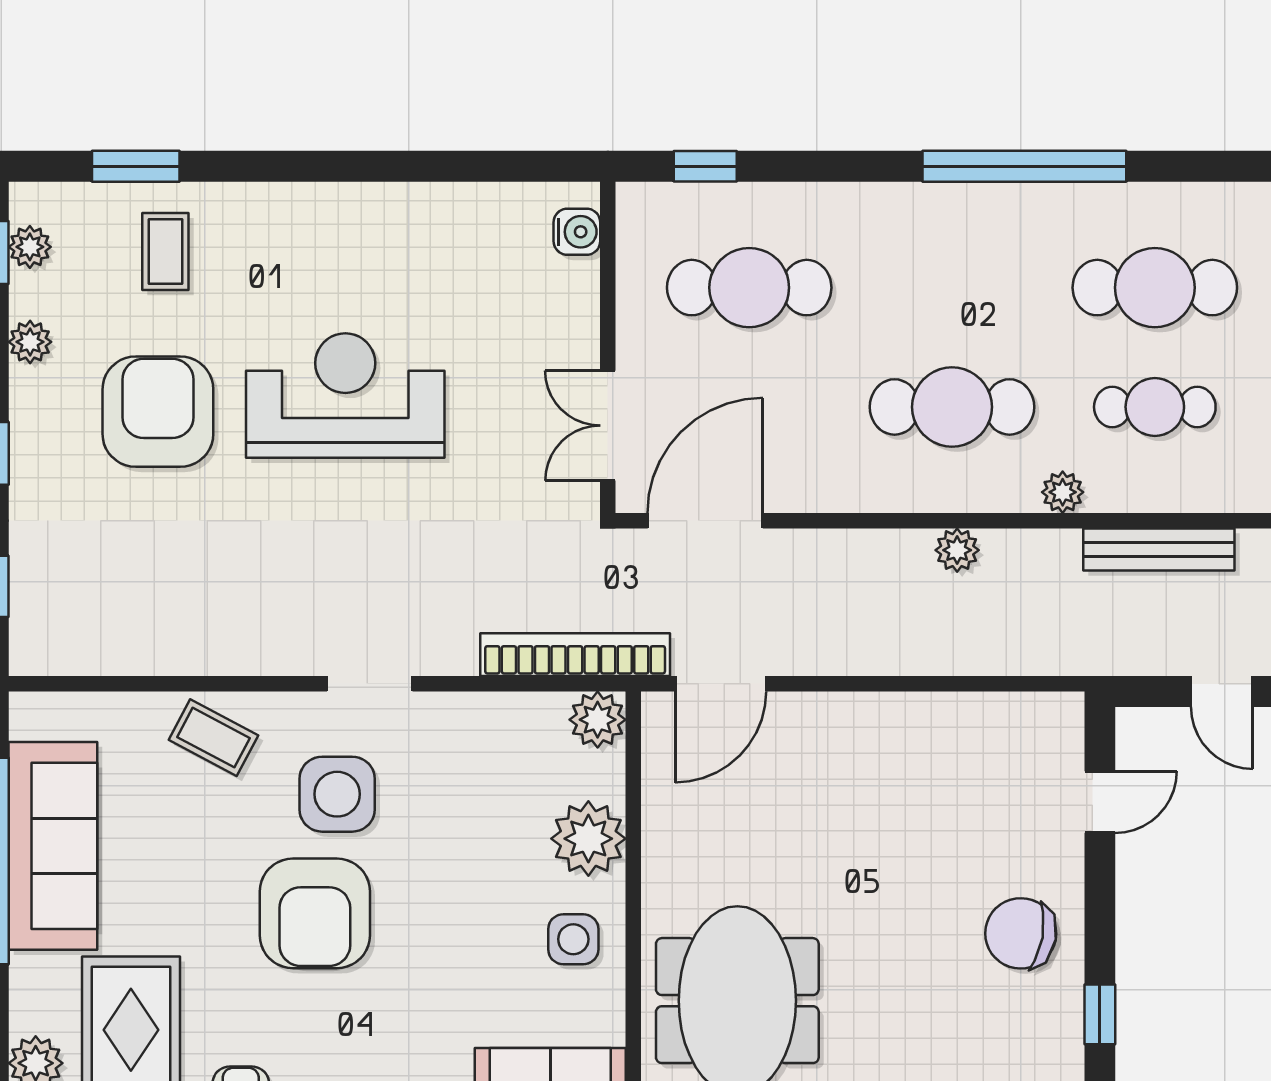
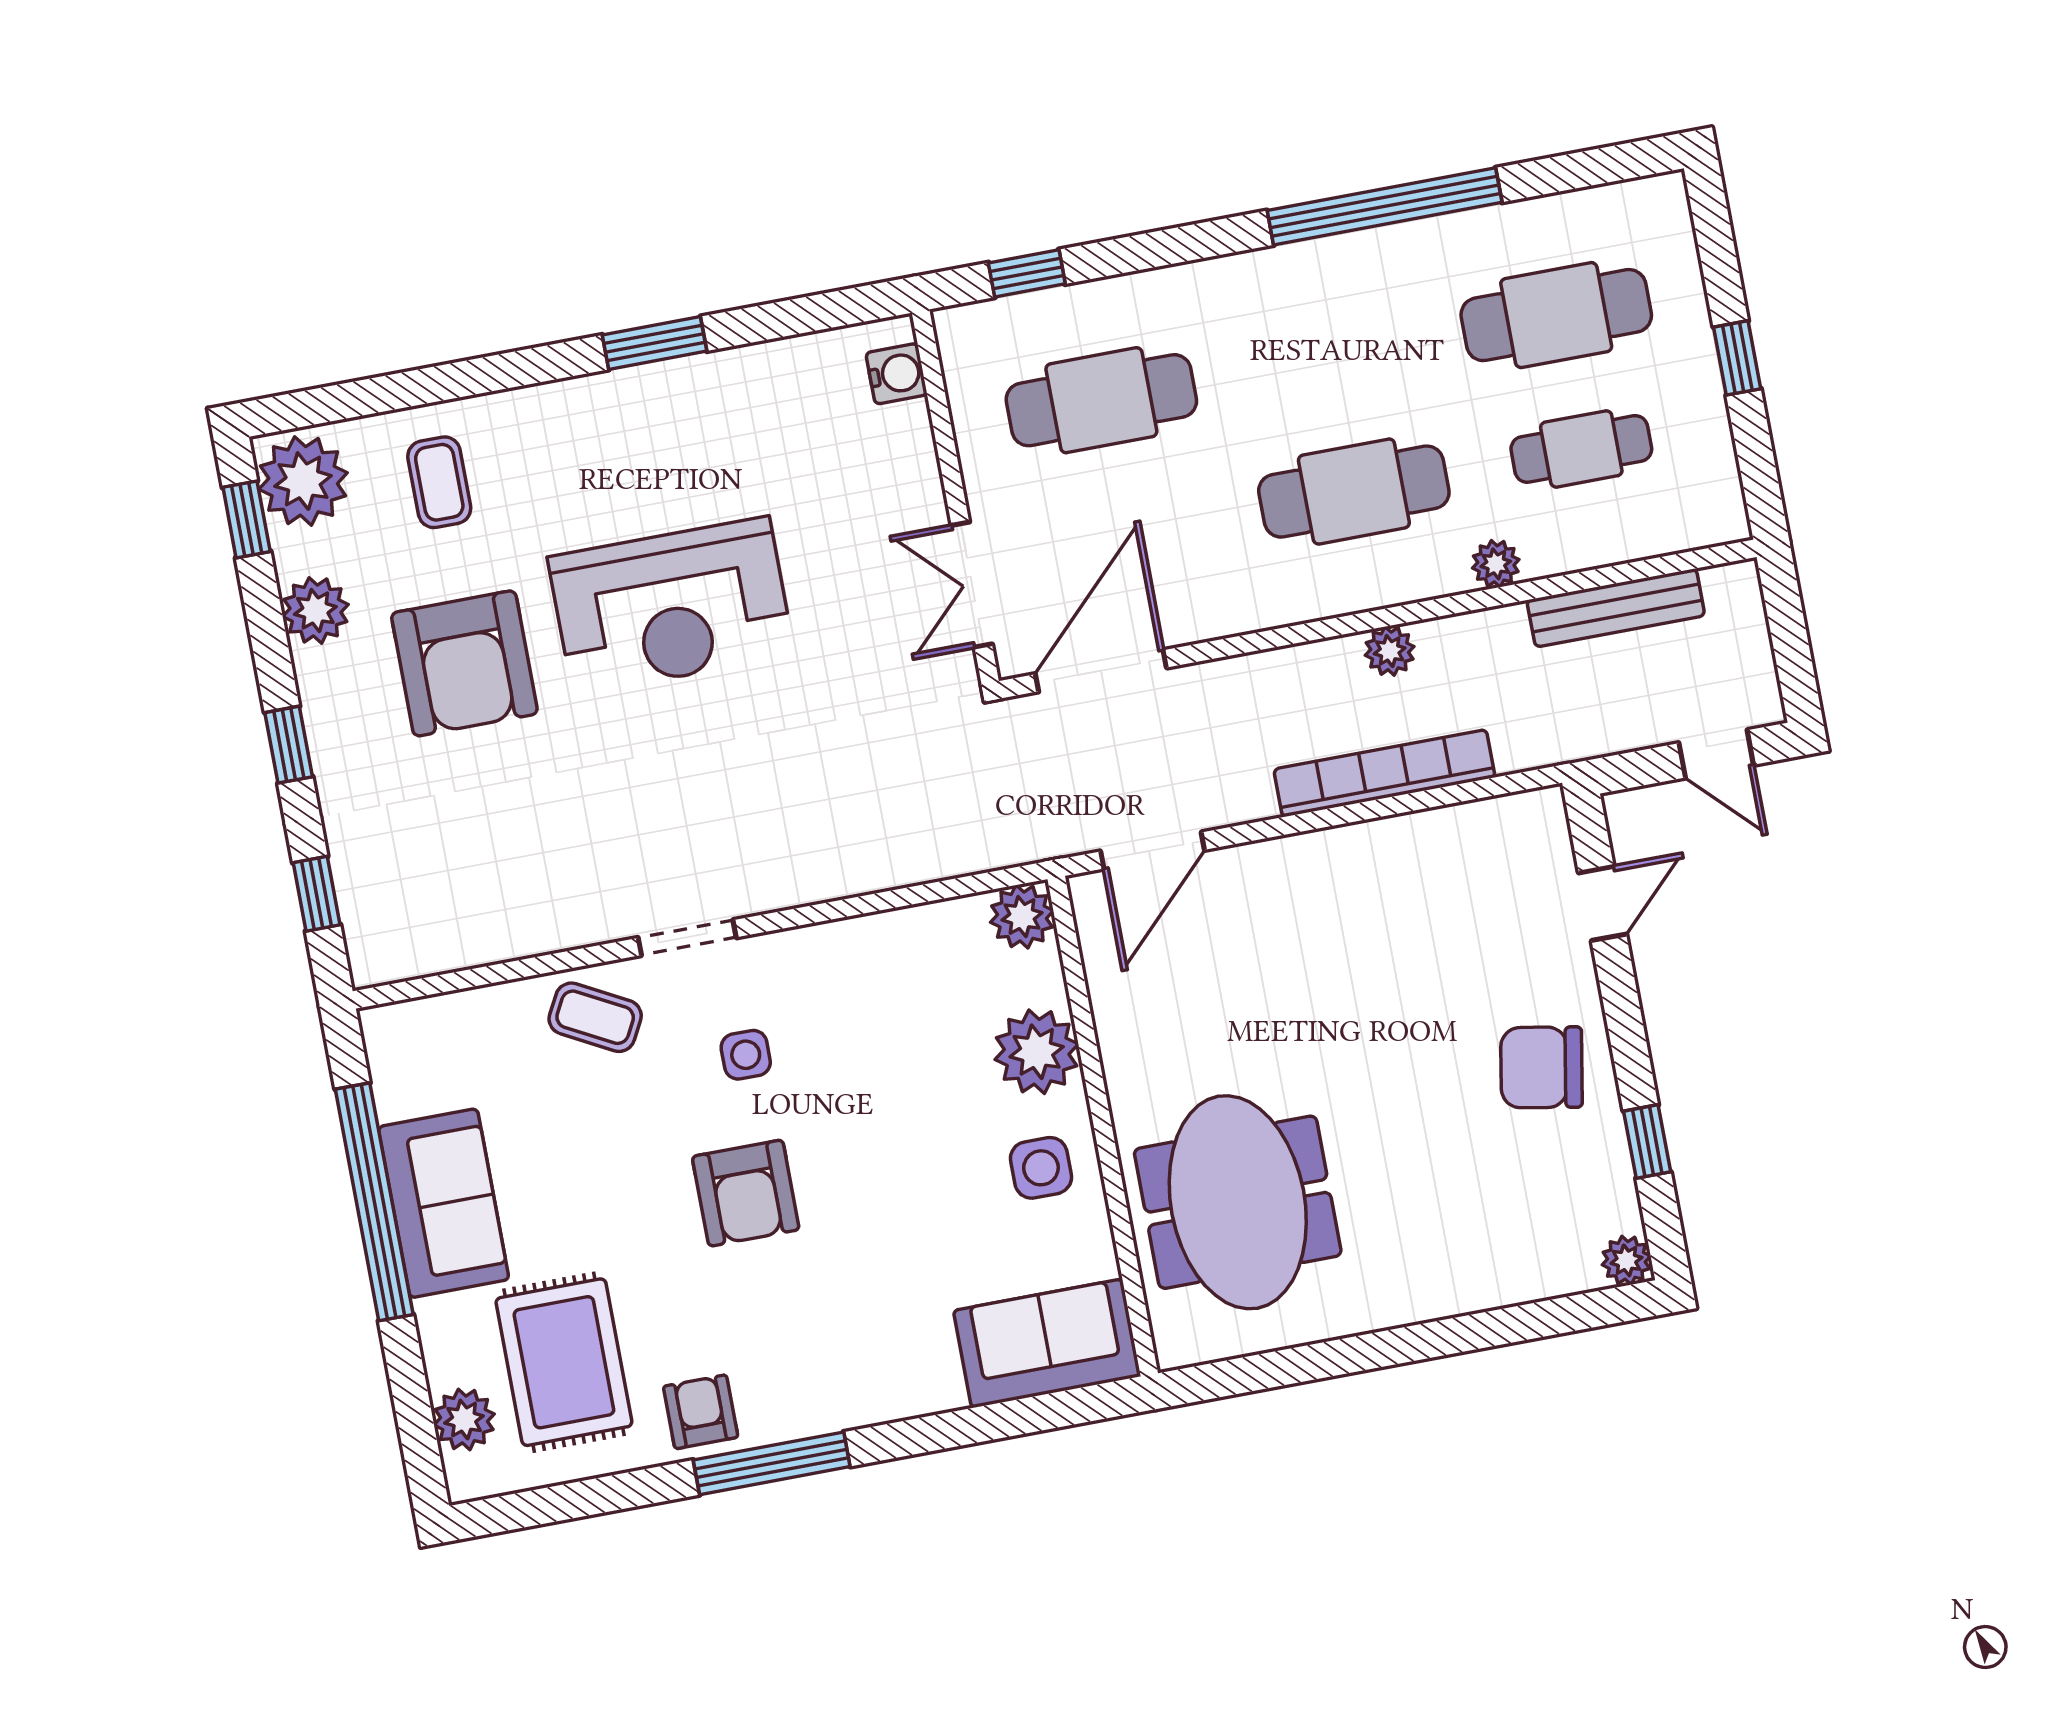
window: (136, 166) -> (655, 343), moved
plant: (30, 247) -> (303, 481), width x1.87, depth x1.87
plant: (30, 342) -> (315, 610), width x1.38, depth x1.38
reception desk: (345, 396) -> (671, 606), turned 180
armchair: (158, 412) -> (464, 663), turned 180
bookcase: (575, 655) -> (1384, 773), moved
doorway: (370, 684) -> (687, 938), moved
side table: (337, 794) -> (746, 1055), width x0.54, depth x0.54
sofa: (53, 846) -> (444, 1203), width x0.73
armchair: (315, 913) -> (746, 1193), width x0.73, depth x0.73

